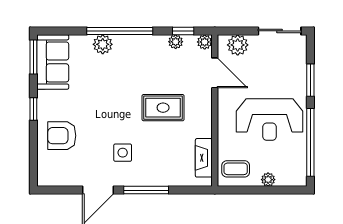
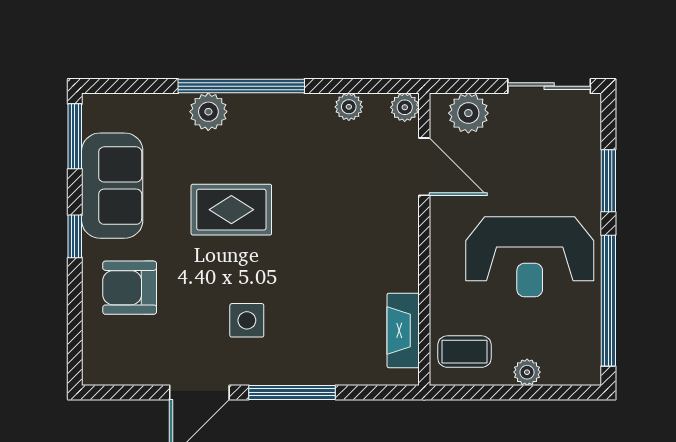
window: (183, 31) -> (363, 86), removed
sofa: (53, 62) -> (112, 186), moved
rug: (163, 108) -> (231, 210), moved

